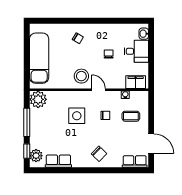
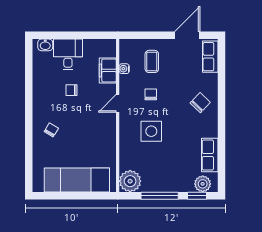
stool: (81, 76) -> (100, 125), removed
filing cabinet: (136, 82) -> (108, 70), moved

